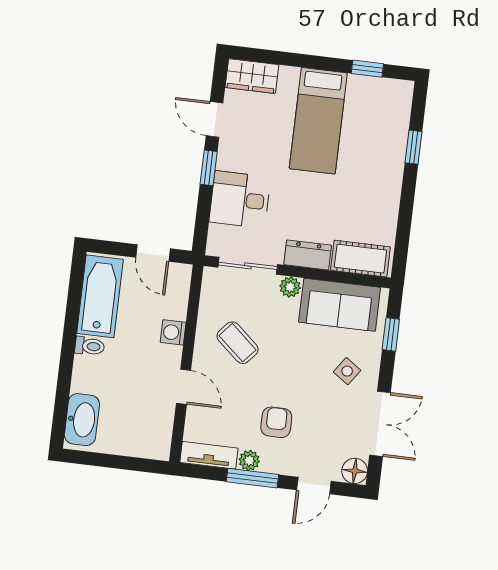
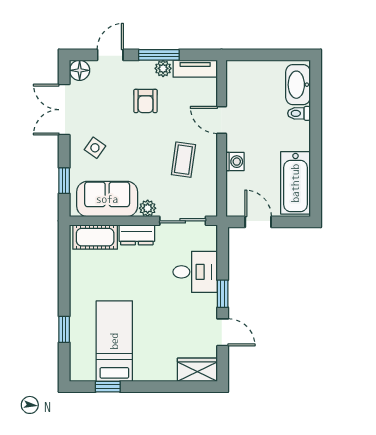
bed: (318, 121) -> (114, 341), moved
coffee table: (238, 343) -> (183, 160), turned 57
toilet: (90, 346) -> (299, 113), moved

